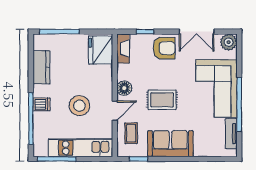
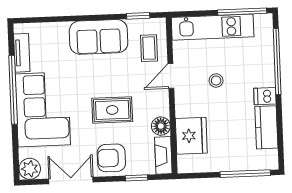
fridge: (101, 50) -> (191, 136), moved
floor lamp: (124, 88) -> (161, 126), moved
rug: (162, 100) -> (112, 110), moved
dishwasher: (41, 104) -> (265, 96), moved
stool: (79, 106) -> (216, 81), width x0.53, depth x0.53

